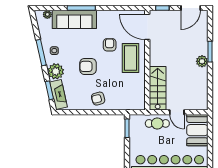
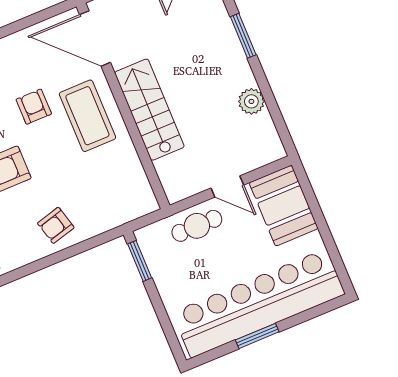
plant: (202, 61) -> (251, 101), moved
stairs: (158, 88) -> (149, 110), moved

